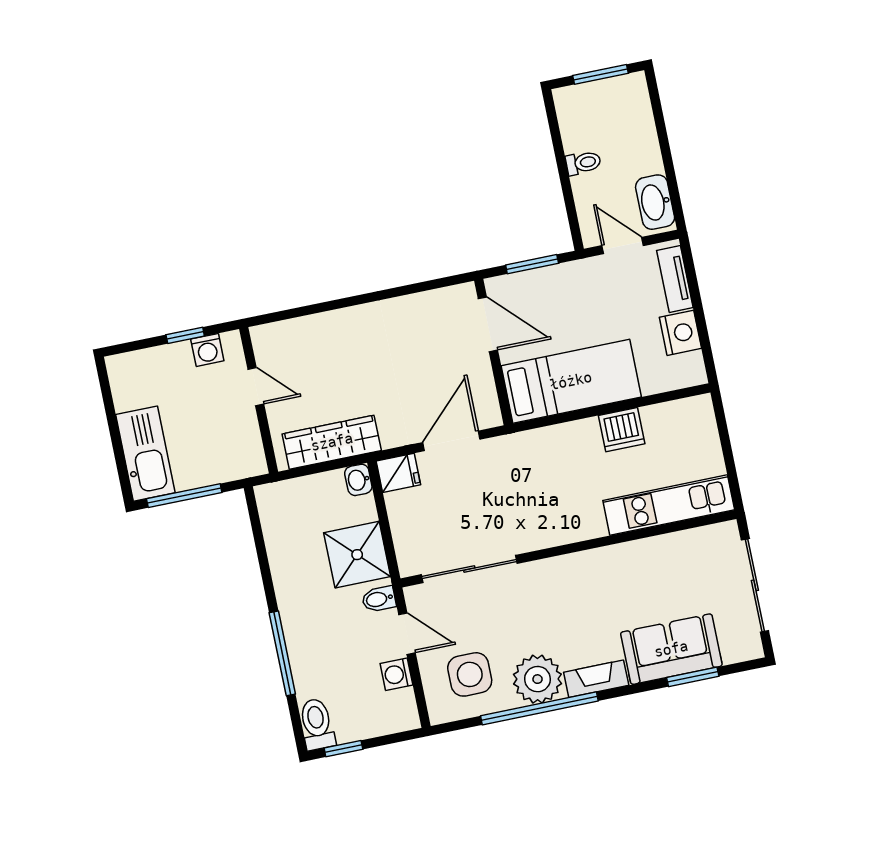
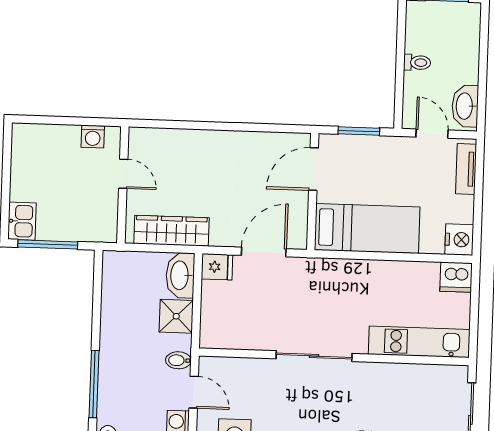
door: (488, 324) -> (314, 169), swing flipped
nightstand: (680, 333) -> (459, 240), moved
window: (185, 335) -> (78, 121), removed
dishwasher: (622, 430) -> (456, 277), moved
kitchen sink: (145, 454) -> (22, 221), width x0.53, depth x0.81
washbasin: (358, 480) -> (180, 275), width x1.91, depth x1.45
shower: (357, 555) -> (176, 316), width x0.73, depth x0.73
sliding door: (469, 569) -> (314, 356), moved

